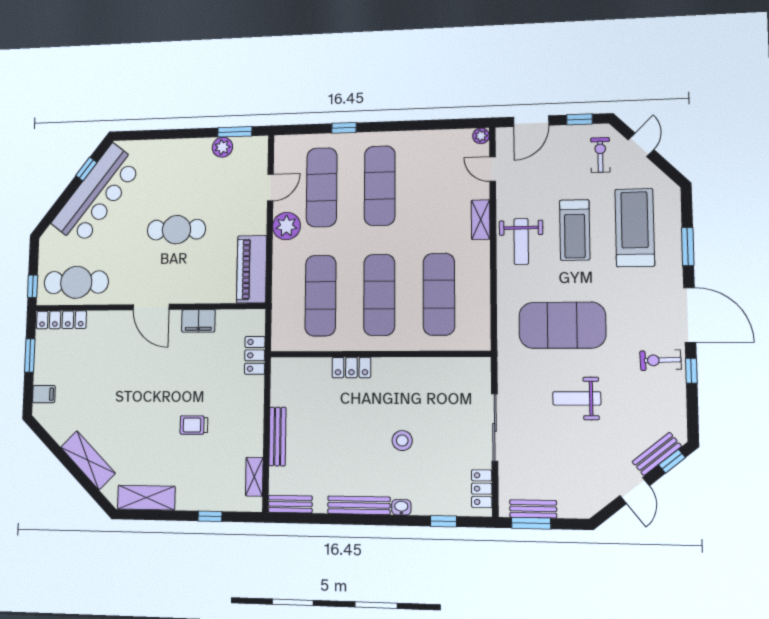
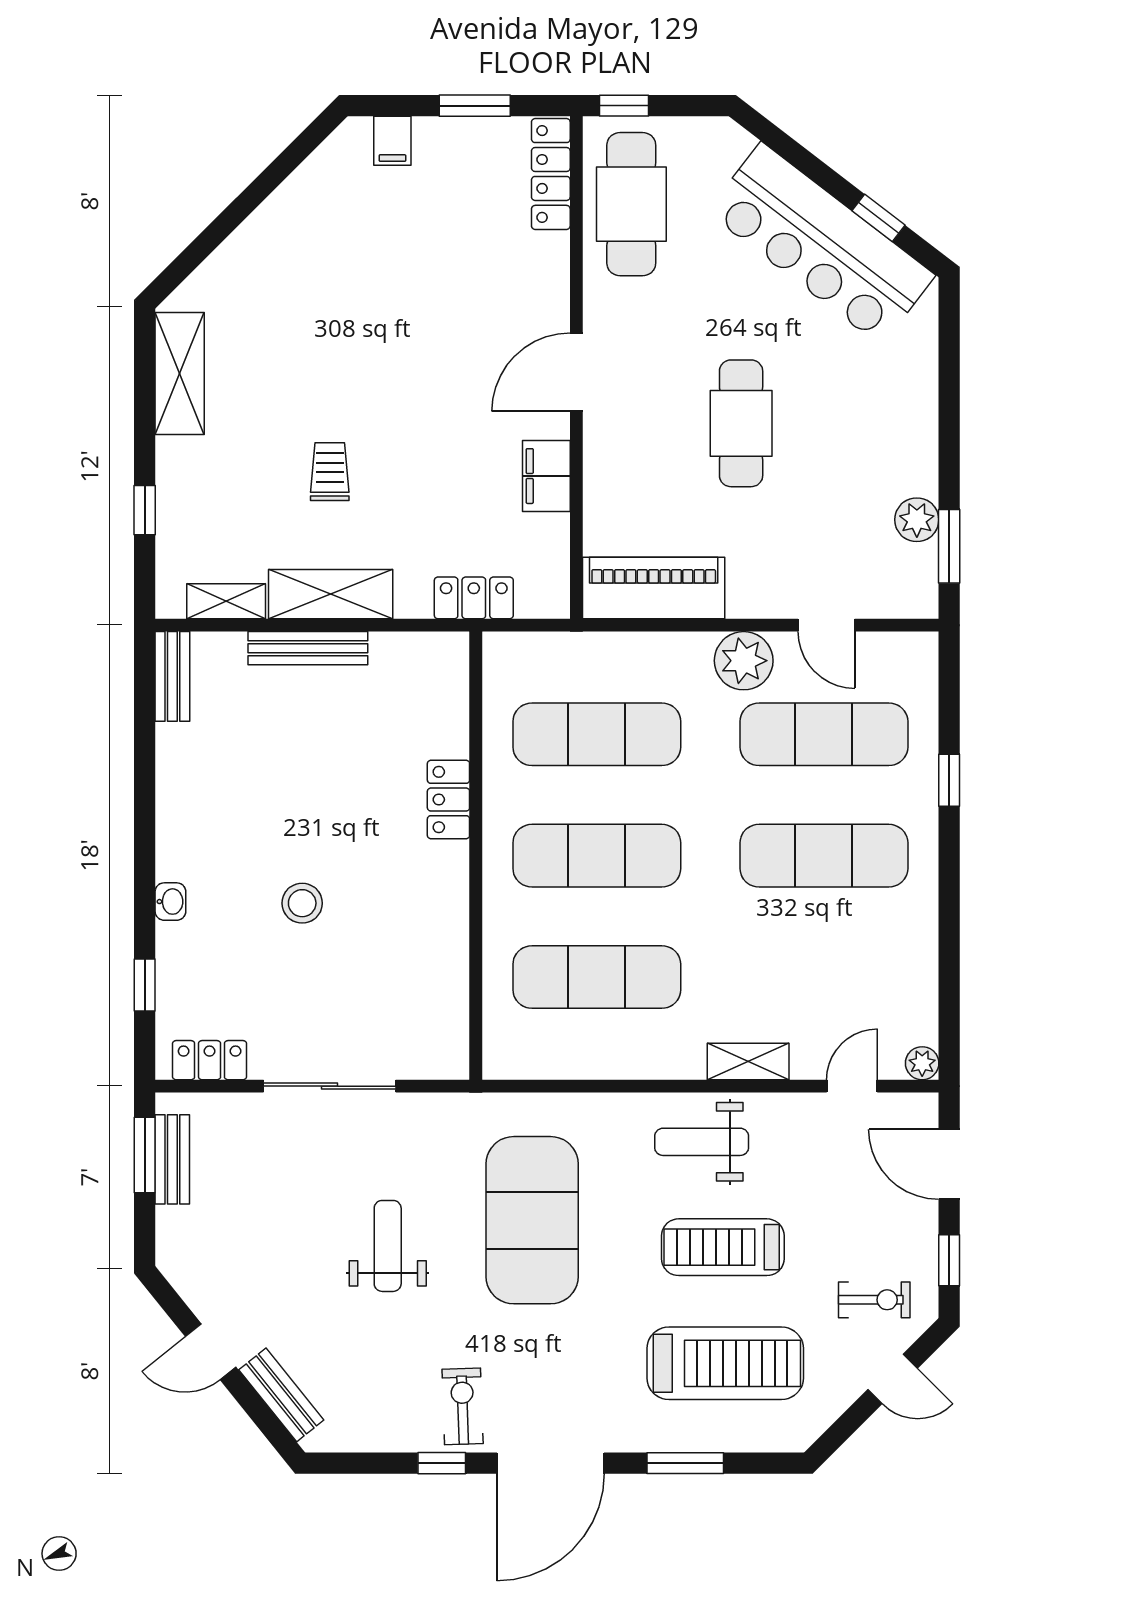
shelving: (88, 460) -> (331, 594), moved, turned 45
window: (672, 461) -> (268, 1423), removed
bench: (359, 505) -> (173, 817), removed

